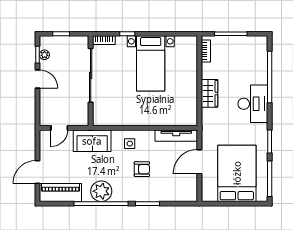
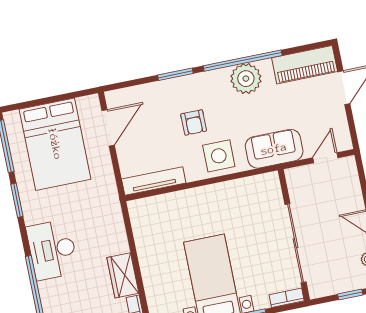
wardrobe: (210, 93) -> (123, 275), moved
side table: (130, 144) -> (219, 156), width x1.87, depth x1.87
door: (199, 162) -> (108, 128), moved
armchair: (142, 169) -> (194, 122), turned -90

